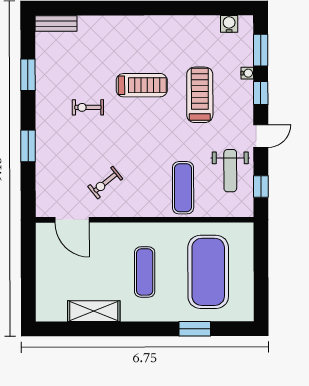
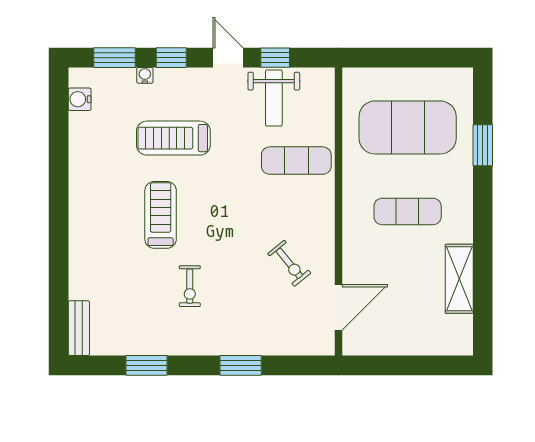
weight bench: (230, 171) -> (274, 98), turned 90
window: (261, 186) -> (275, 58), moved

